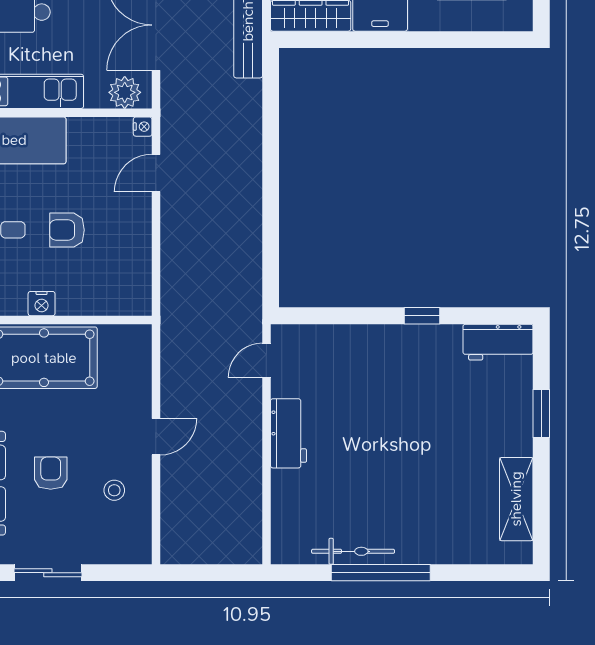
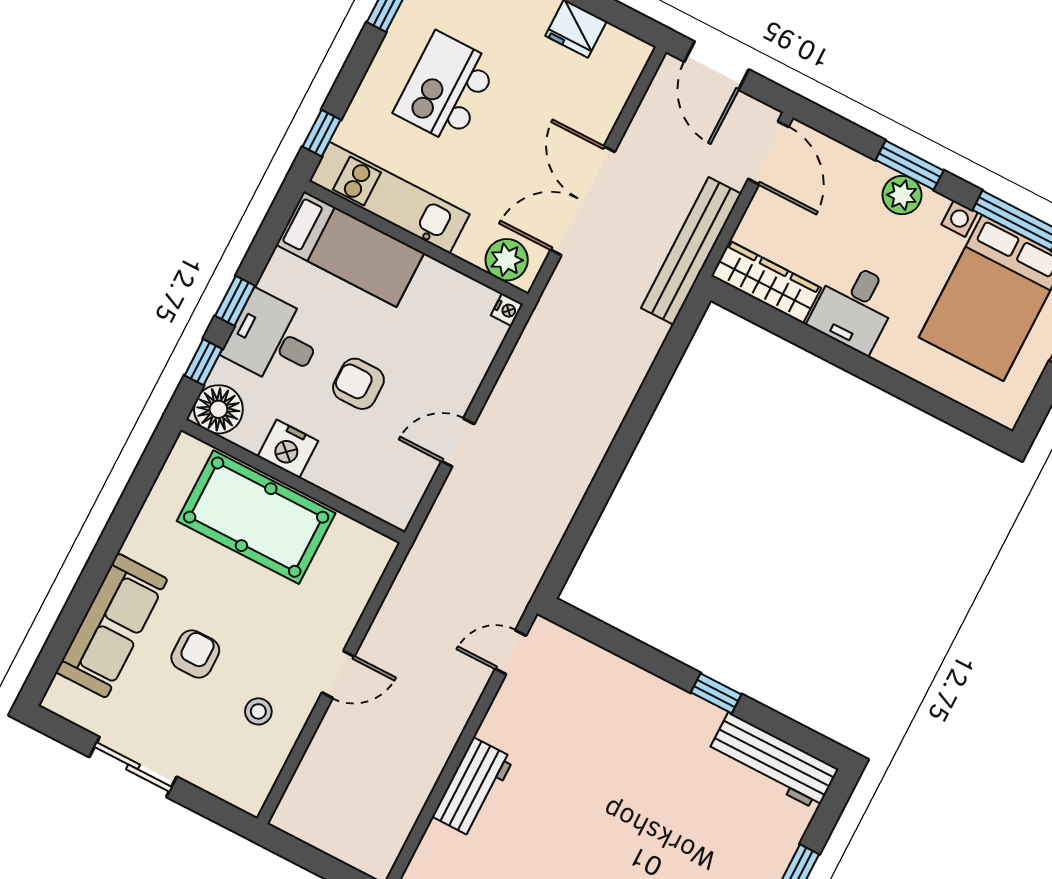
door: (156, 173) -> (458, 443), moved
nightstand: (42, 304) -> (288, 449), width x1.36, depth x1.33
workbench: (498, 342) -> (773, 761), width x1.38
workbench: (289, 433) -> (473, 787), moved

